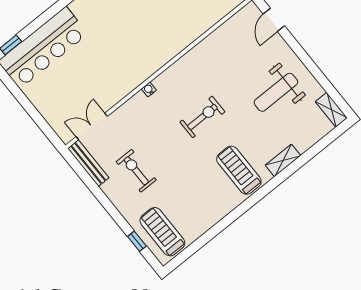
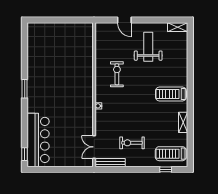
door: (274, 20) -> (124, 20), moved
weight bench: (276, 92) -> (148, 47), turned 180
exercise bike: (202, 117) -> (117, 74), moved
shelving: (283, 160) -> (183, 122), moved

